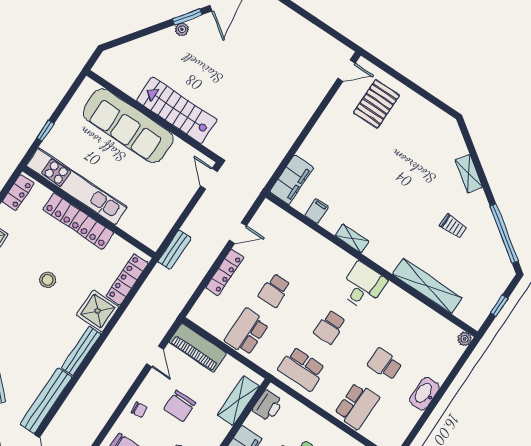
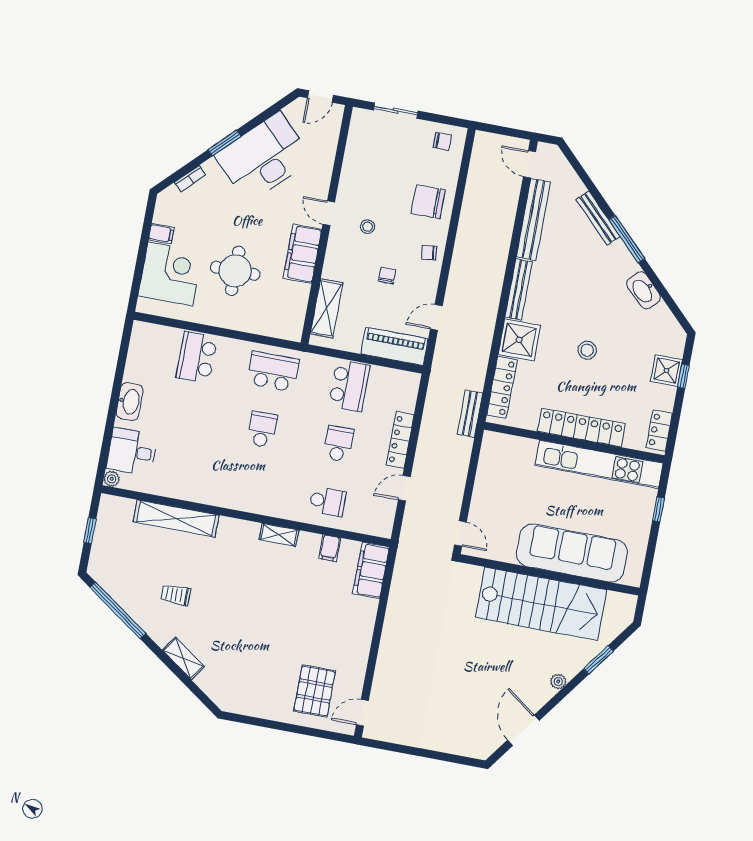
window: (187, 17) -> (598, 660), moved
stairs: (177, 110) -> (541, 604), width x1.36, depth x1.51
bench: (174, 250) -> (470, 414), moved
desk: (363, 286) -> (132, 452), moved, turned 90
door: (155, 357) -> (436, 317), hinge flipped
school desk: (385, 364) -> (328, 501), moved
chair: (180, 406) -> (387, 276), width x0.54, depth x0.54
printer: (268, 406) -> (293, 316), removed

